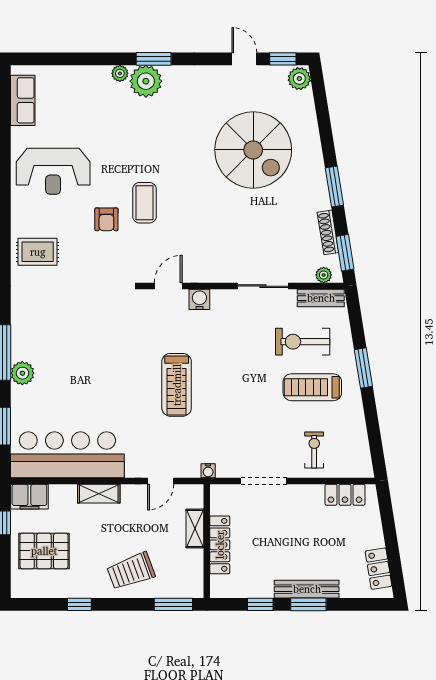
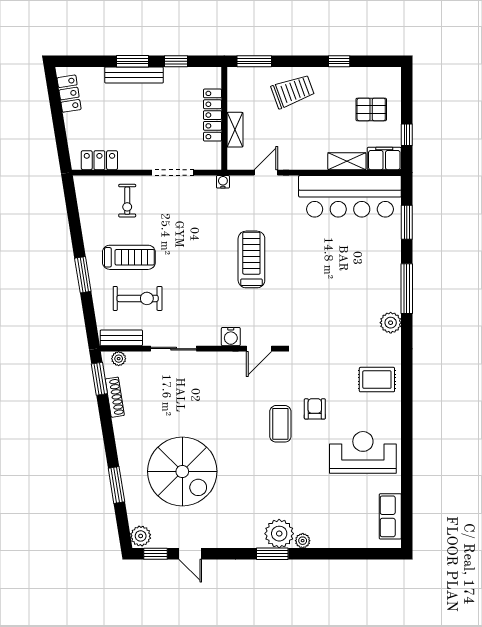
spiral stairs: (253, 150) -> (182, 471), turned 180
window: (334, 186) -> (116, 485), moved
plant: (22, 373) -> (391, 323), moved
shelving: (99, 494) -> (347, 161), moved
pallet: (44, 551) -> (371, 109), width x0.67, depth x0.71

